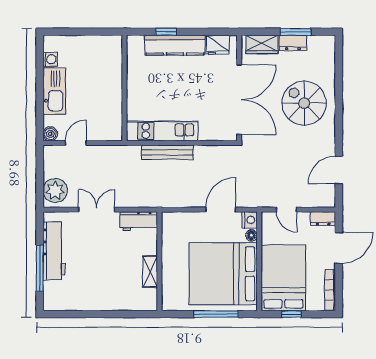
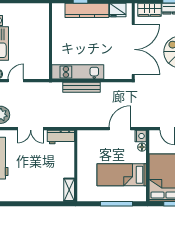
double door: (97, 210) -> (31, 129), swing flipped
shelving: (150, 272) -> (69, 190), moved
bed: (223, 274) -> (122, 175), width x0.49

